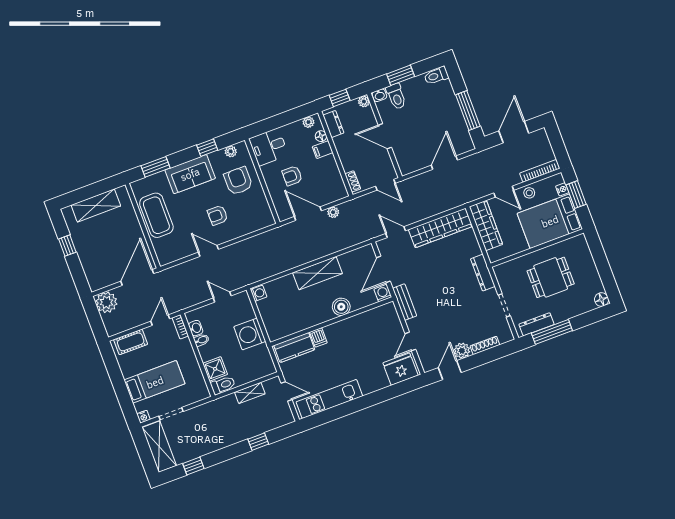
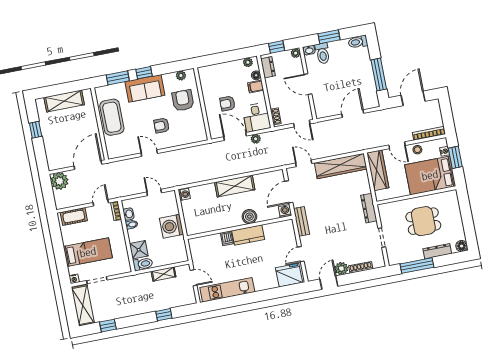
desk: (269, 147) -> (256, 117), moved, turned -90
window: (207, 148) -> (144, 73), moved
dresser: (537, 324) -> (437, 251), moved
kitchen counter: (294, 347) -> (248, 235), moved

